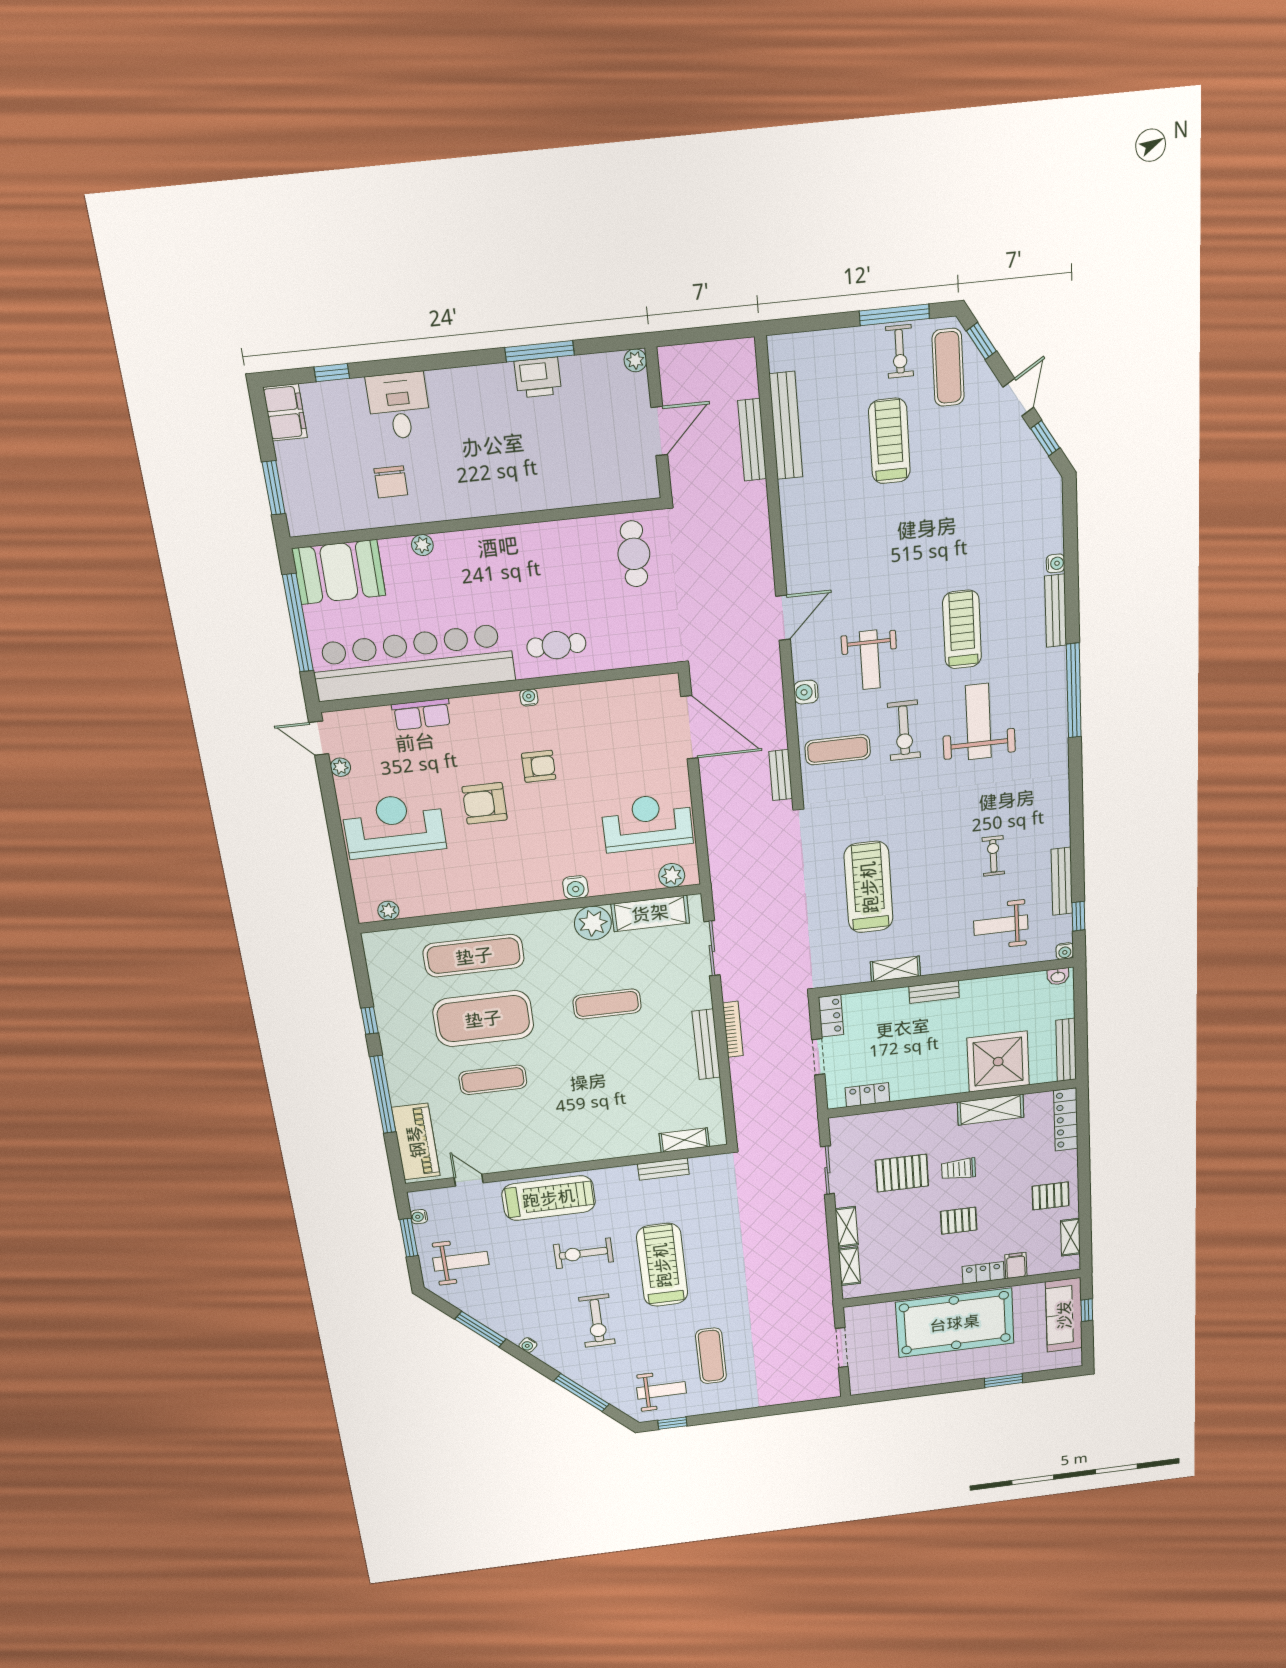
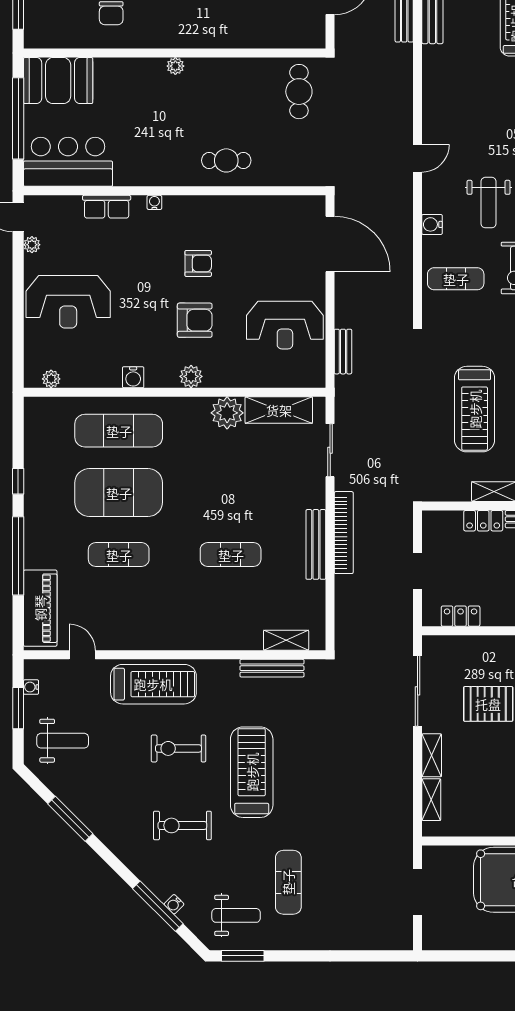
plant: (422, 545) -> (175, 66), moved
door: (783, 618) -> (418, 158), width x0.73
bar counter: (413, 663) -> (68, 162), width x0.54
water cooler: (529, 697) -> (154, 202), moved
bench: (781, 775) -> (343, 352), moved
armchair: (485, 803) -> (195, 320), moved, turned 180
reception desk: (647, 823) -> (285, 325), turned 180
reception desk: (394, 826) -> (68, 302), turned 180
plant: (672, 875) -> (191, 376), moved
water cooler: (575, 887) -> (133, 377), moved
treadmill: (869, 887) -> (475, 409), turned 180
exercise mat: (607, 1004) -> (231, 555), moved
locker: (831, 1016) -> (483, 521), moved, turned 90
bookcase: (733, 1029) -> (344, 533), width x1.48, depth x1.31
bench: (663, 1169) -> (272, 668), width x1.36
sliding door: (827, 1170) -> (418, 691), width x1.37
exercise bike: (597, 1321) -> (182, 825), turned 90
water cooler: (528, 1345) -> (174, 904), moved
window: (672, 1423) -> (243, 956), width x1.50

